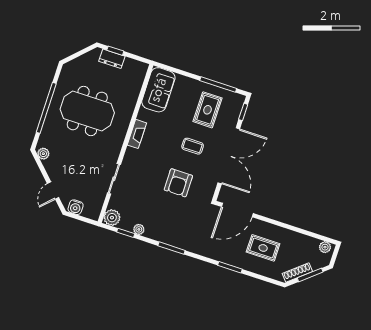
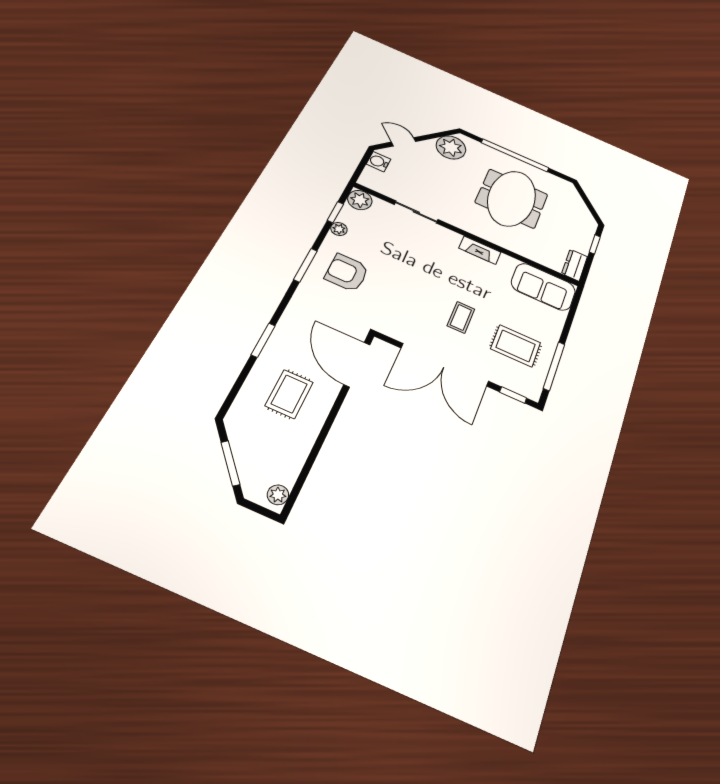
dresser: (112, 59) -> (575, 265), moved
plant: (43, 154) -> (451, 147), width x1.88, depth x1.88
armchair: (178, 183) -> (347, 273), moved
shoe rack: (297, 273) -> (238, 443), removed

